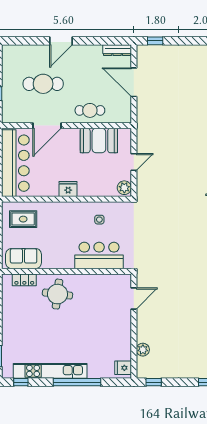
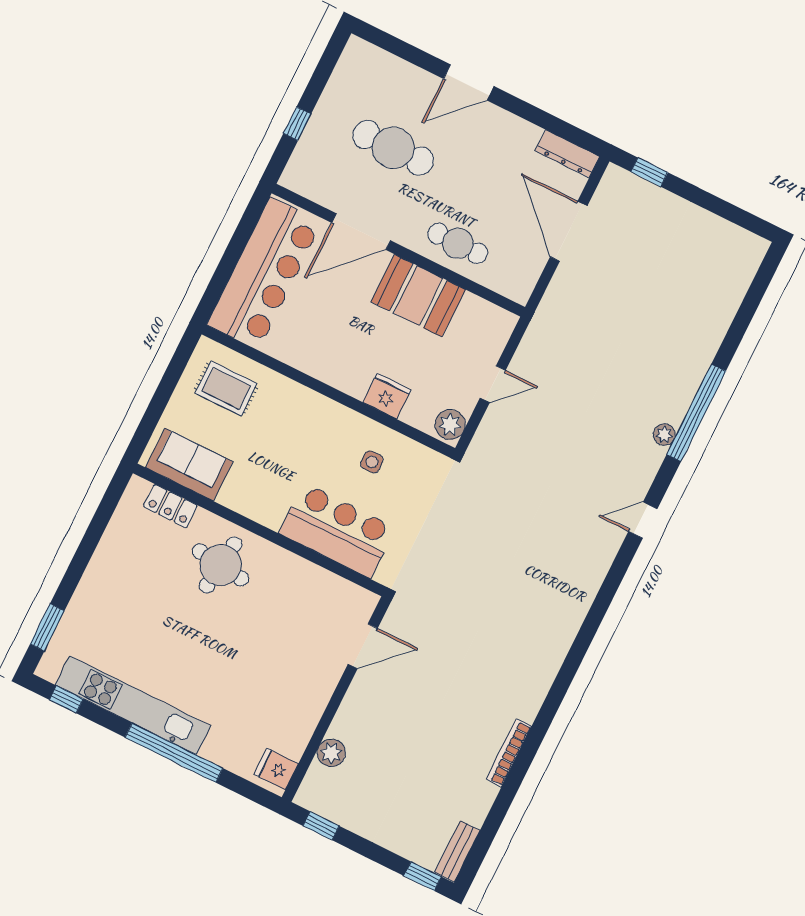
booth: (99, 140) -> (418, 296), moved
fridge: (68, 189) -> (387, 396), moved

